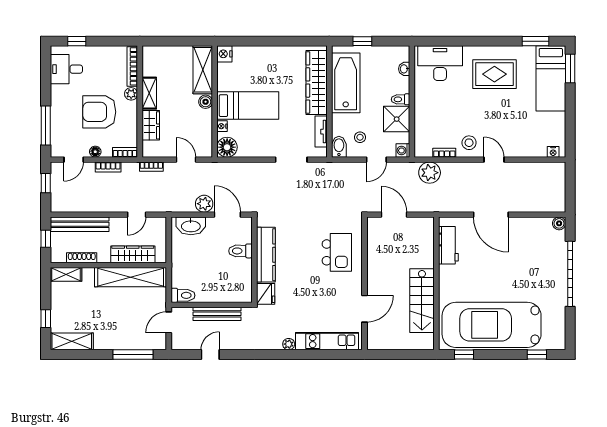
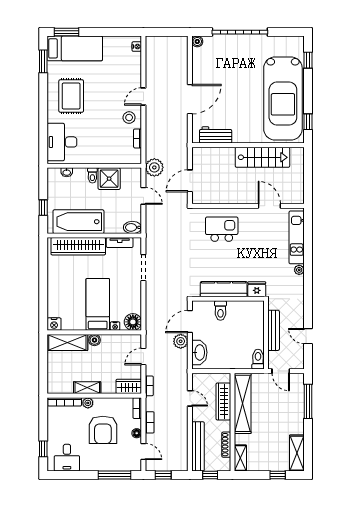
wardrobe: (151, 125) -> (129, 386), moved
stool: (360, 137) -> (124, 210), removed
washing machine: (403, 151) -> (136, 173), removed
plant: (430, 173) -> (154, 167), moved

